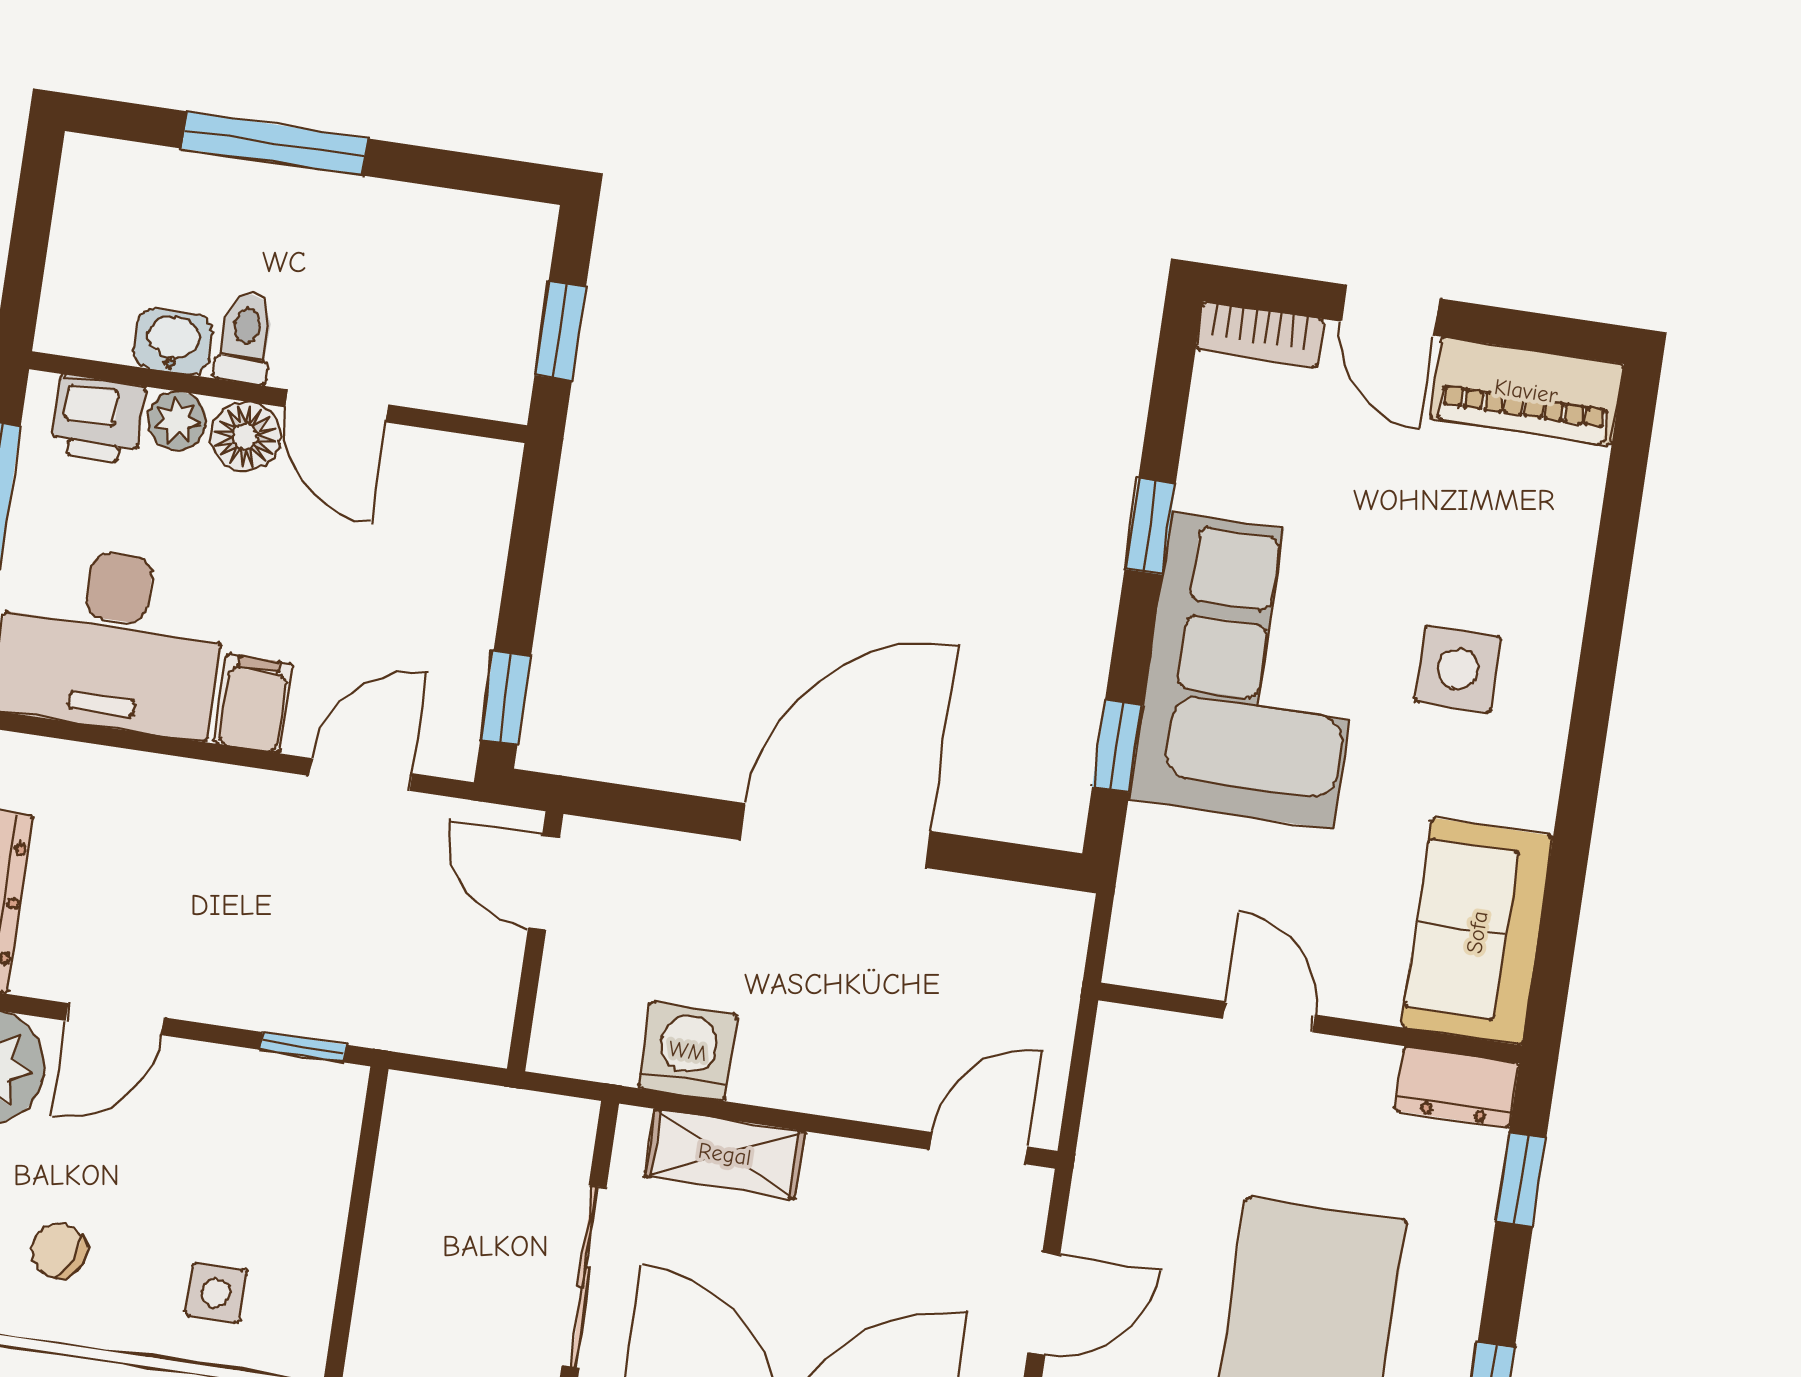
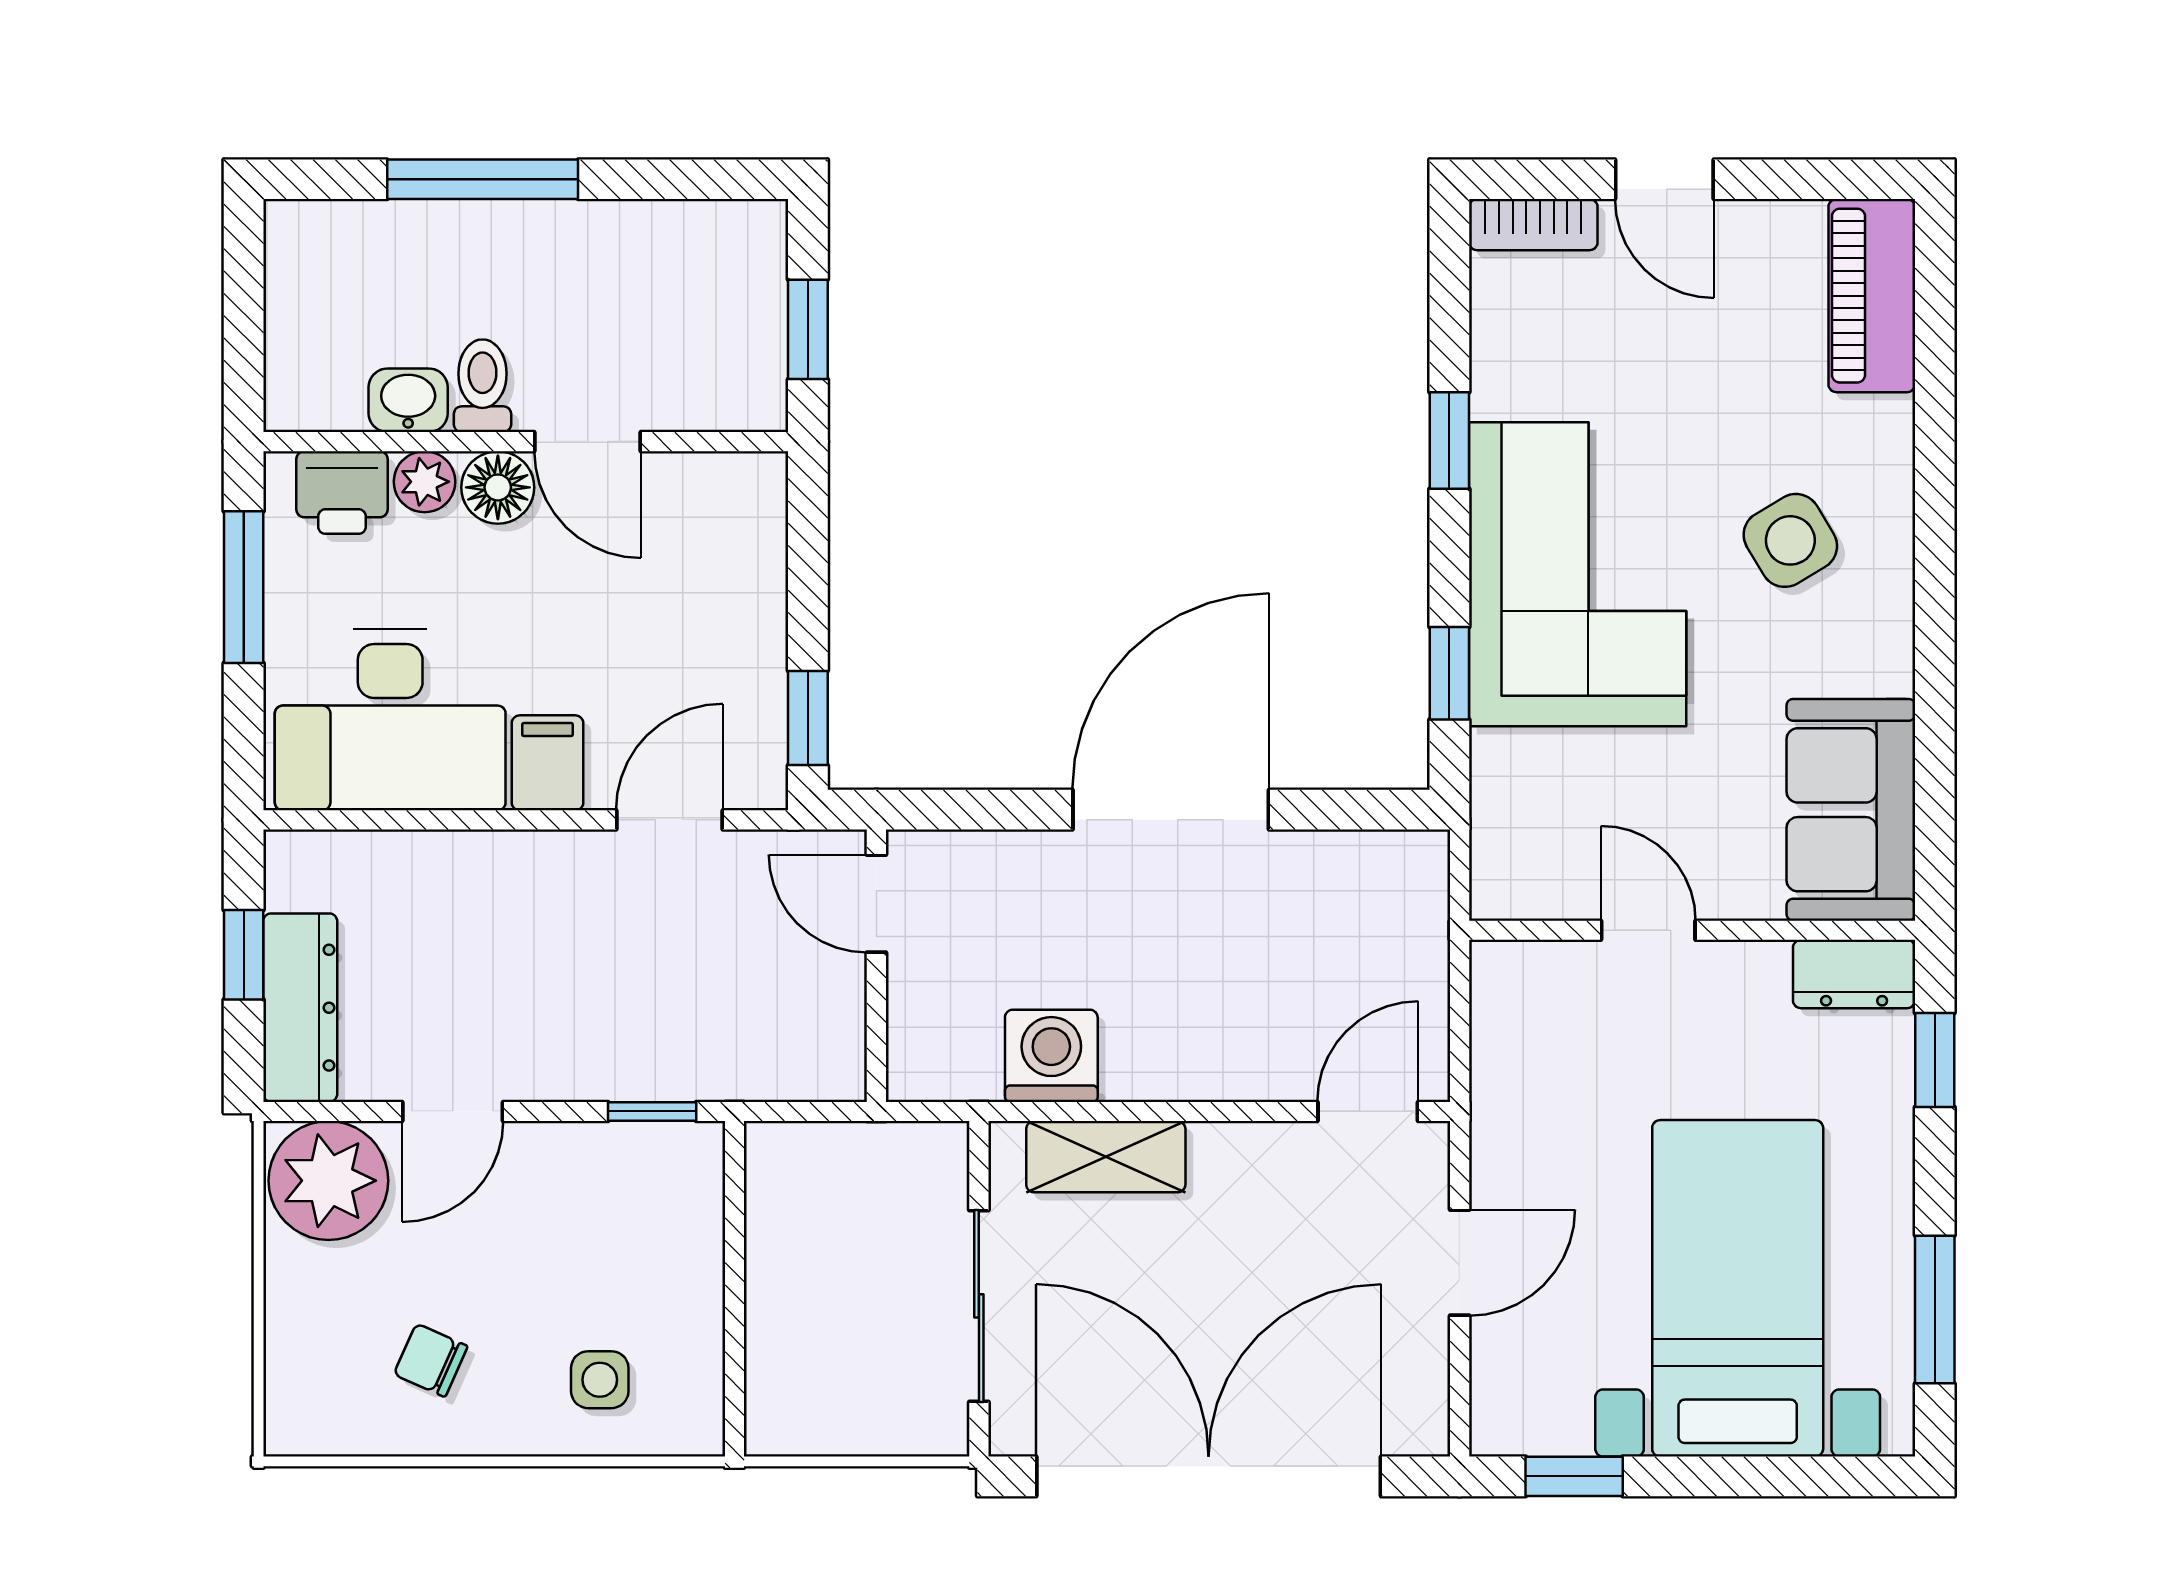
piano: (1526, 391) -> (1872, 296), moved, turned 90
side table: (1458, 669) -> (1790, 540), turned -31

